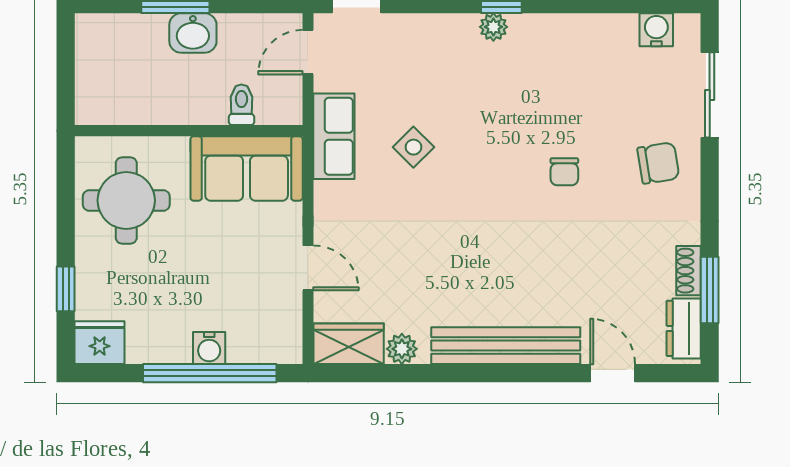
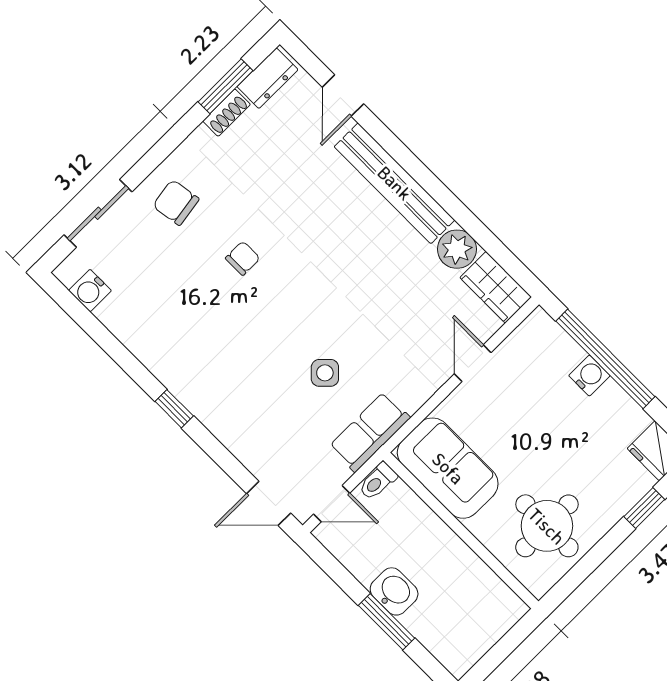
plant: (493, 27) -> (194, 399), removed
toilet: (241, 105) -> (378, 481), moved
plant: (402, 349) -> (457, 249), width x1.38, depth x1.38

